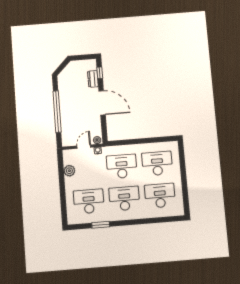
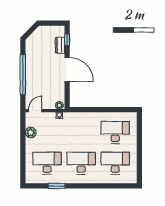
door: (84, 147) -> (35, 111), moved
desk: (122, 166) -> (81, 132), removed

